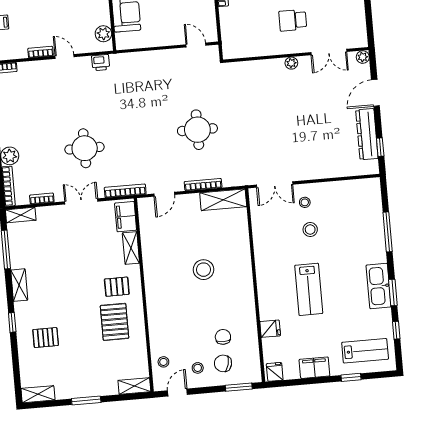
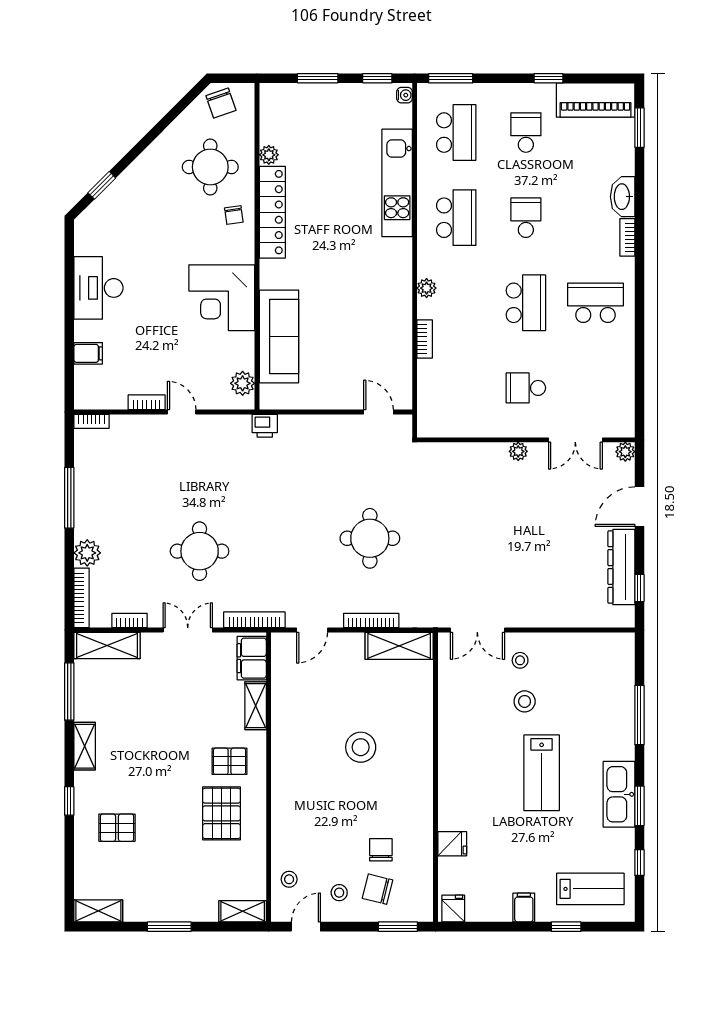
printer: (101, 63) -> (265, 426), moved
shelving: (21, 215) -> (107, 645), width x1.50, depth x1.33
lab bench: (309, 289) -> (542, 773), moved
filing cabinet: (314, 368) -> (524, 908), width x0.50

